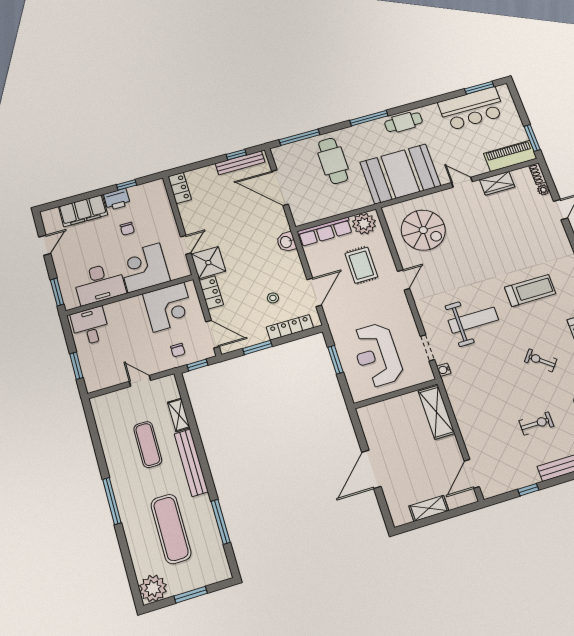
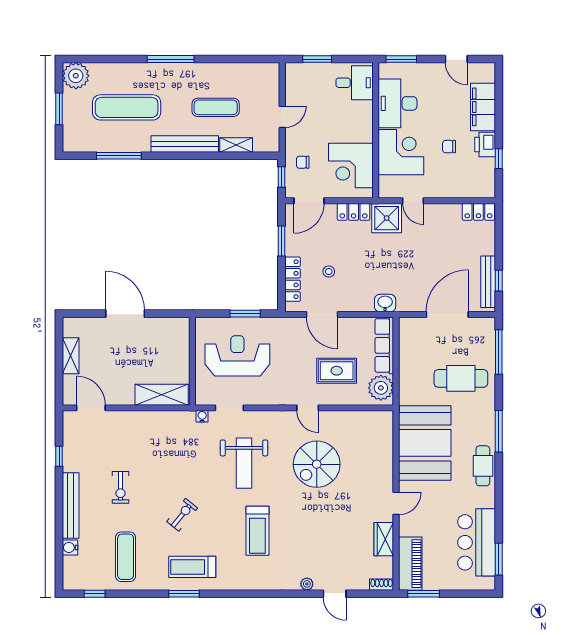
plant: (543, 190) -> (307, 584), moved
spiral stairs: (423, 230) -> (317, 464), moved

